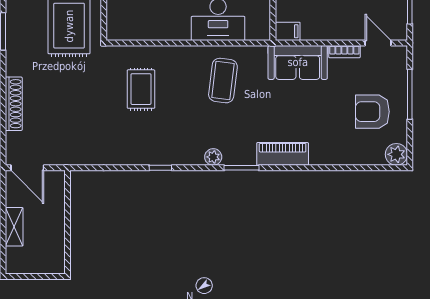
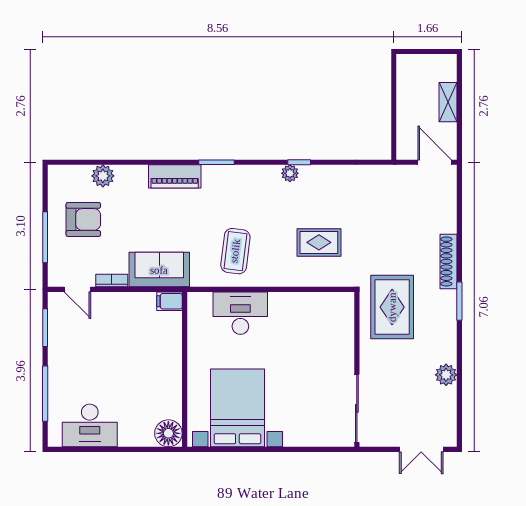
rug: (141, 89) -> (319, 242), turned 90
shoe rack: (14, 104) -> (448, 261), moved
plant: (396, 154) -> (103, 176), moved
plant: (213, 157) -> (290, 173), moved

